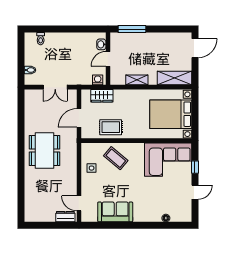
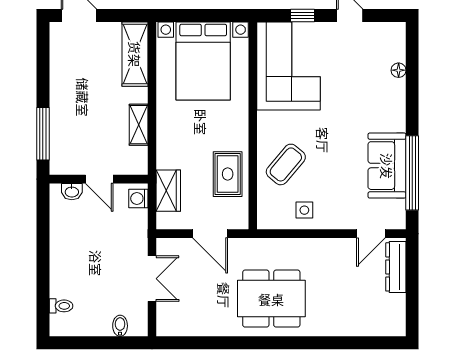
dresser: (65, 217) -> (396, 267), width x1.44
window: (111, 225) -> (412, 173), added

